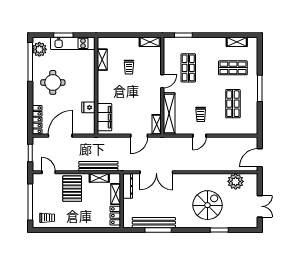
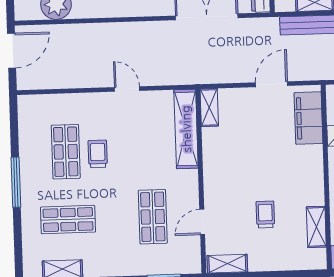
door: (162, 81) -> (202, 222), moved
trolley: (201, 114) -> (98, 154), moved
door: (139, 136) -> (271, 84), moved
door: (200, 136) -> (127, 89), hinge flipped

